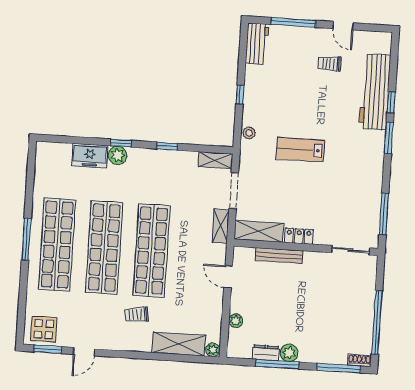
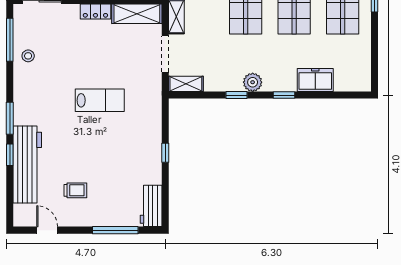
door: (343, 26) -> (47, 230), moved
stool: (249, 133) -> (28, 56), moved
plant: (118, 155) -> (253, 82), moved

